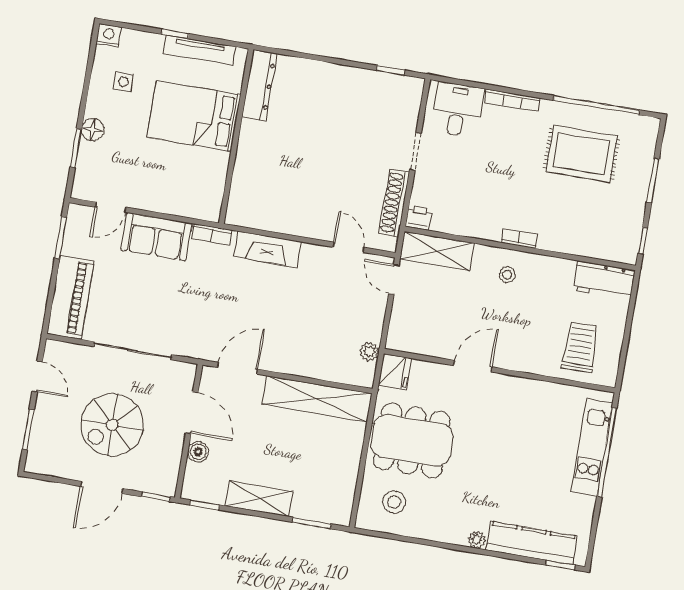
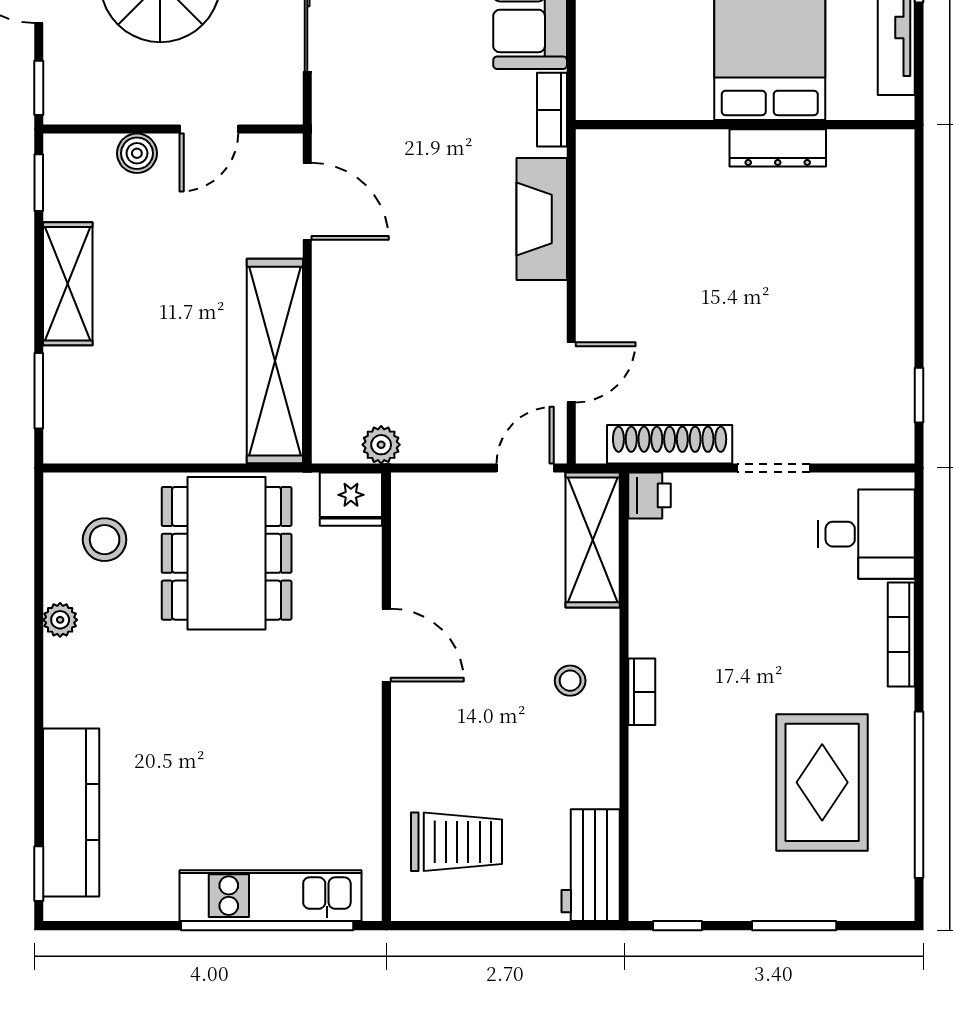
dresser: (260, 85) -> (778, 148), moved, width x0.73, depth x0.80
door: (192, 413) -> (209, 129), width x0.73
plant: (477, 540) -> (60, 620), moved

